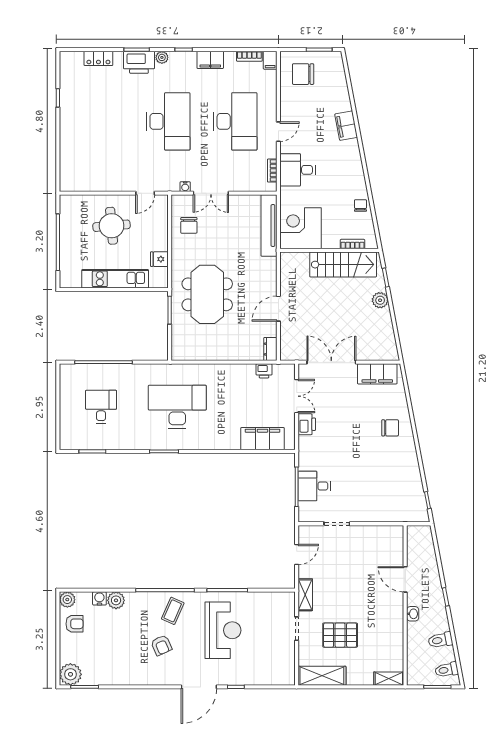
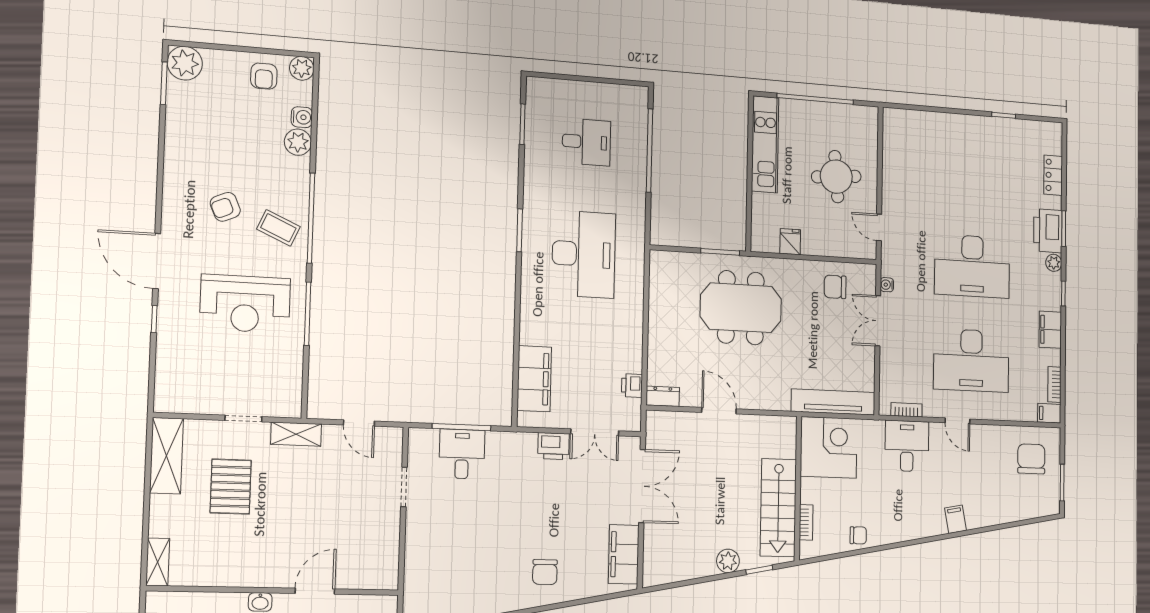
filing cabinet: (346, 126) -> (955, 519), width x0.50
kitchen unit: (115, 279) -> (765, 144), moved

